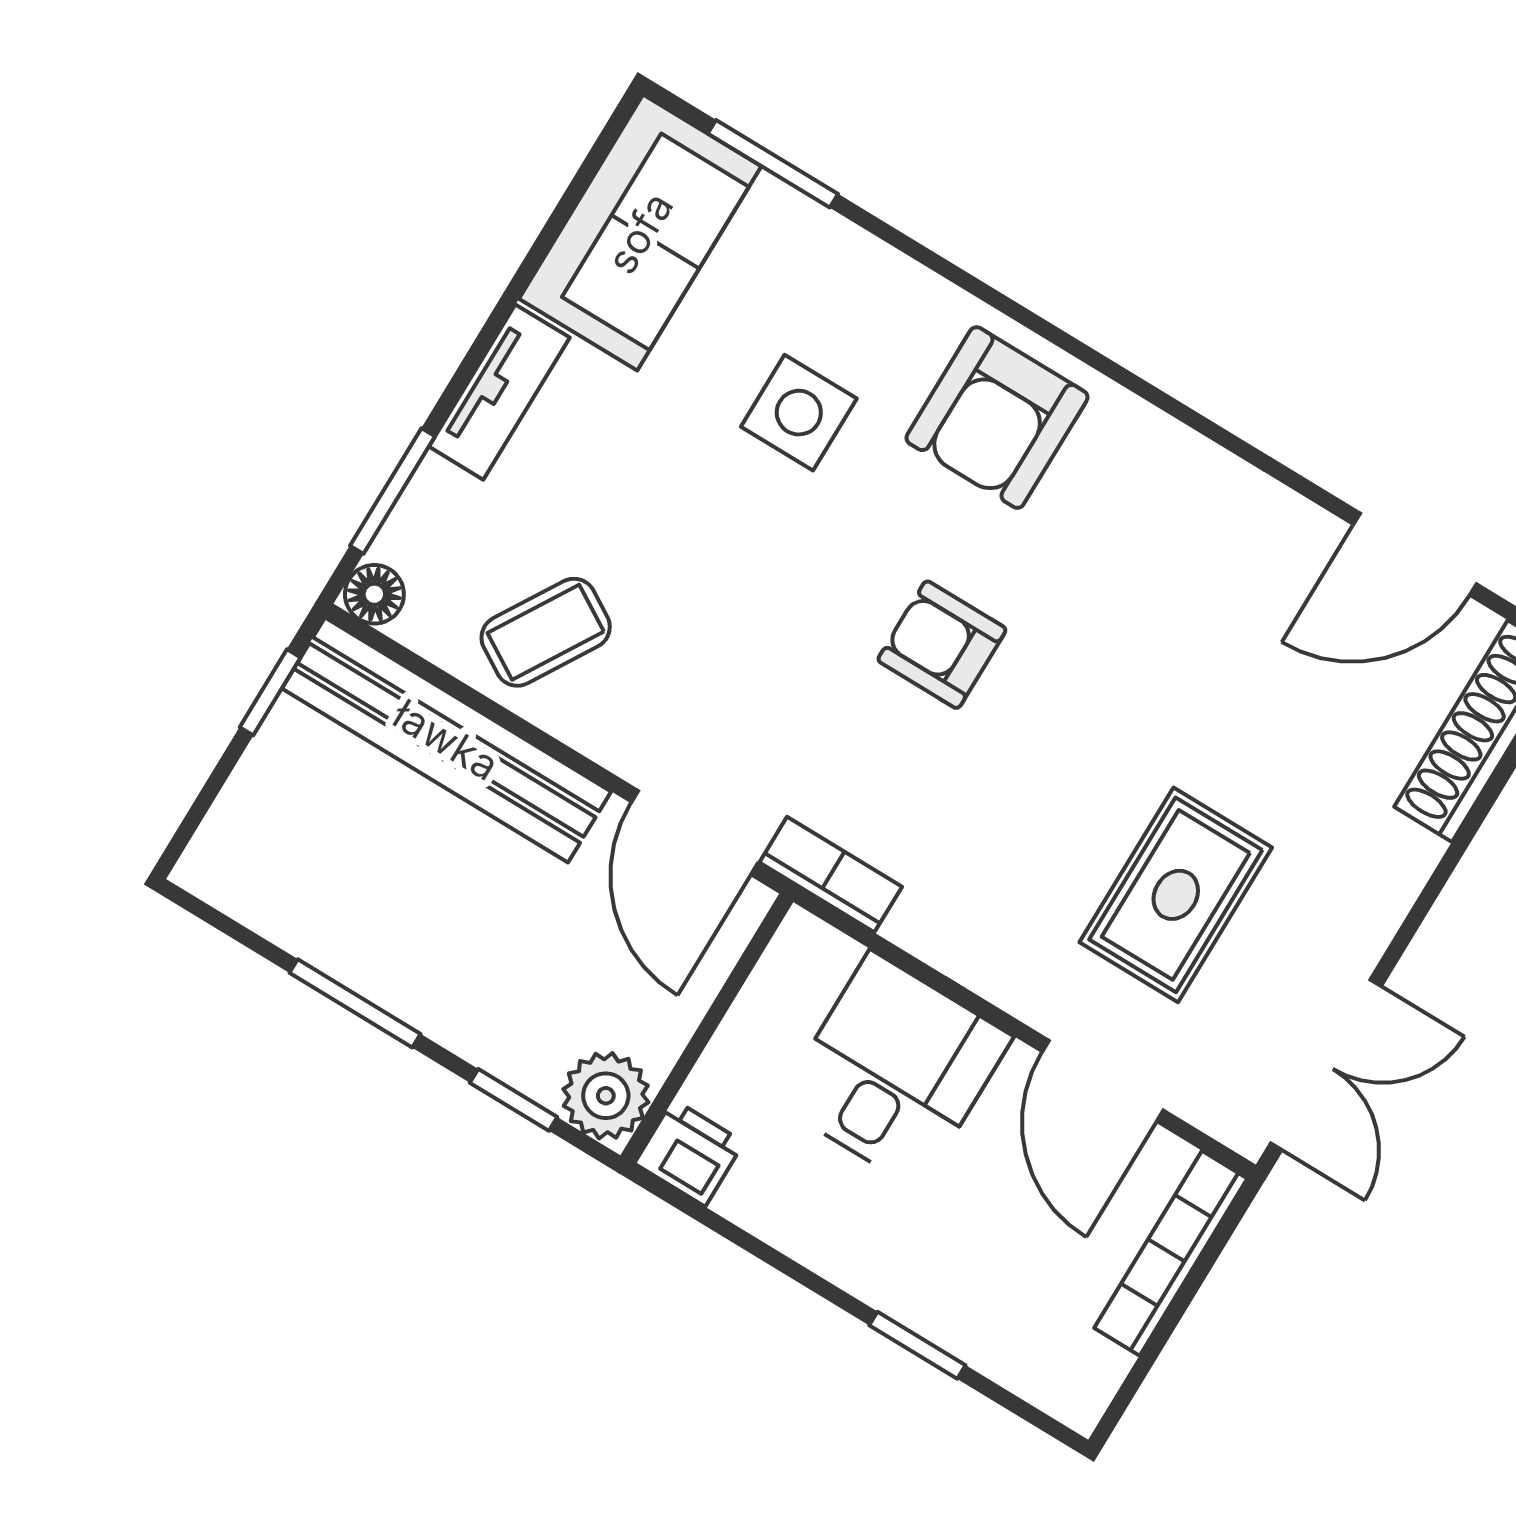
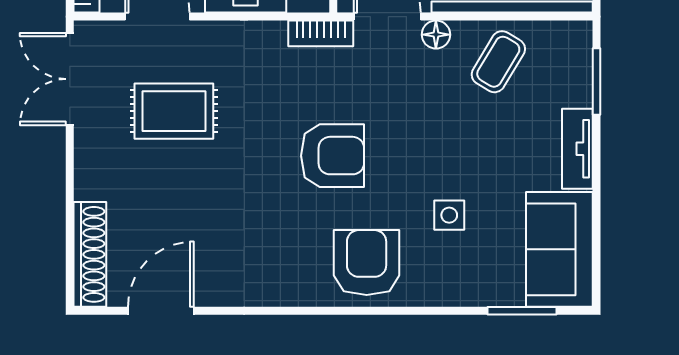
side table: (799, 413) -> (449, 215), width x0.73, depth x0.73
floor lamp: (374, 594) -> (436, 35), moved
armchair: (942, 645) -> (332, 156), width x1.38, depth x1.38
rug: (1176, 895) -> (174, 111), turned 90

